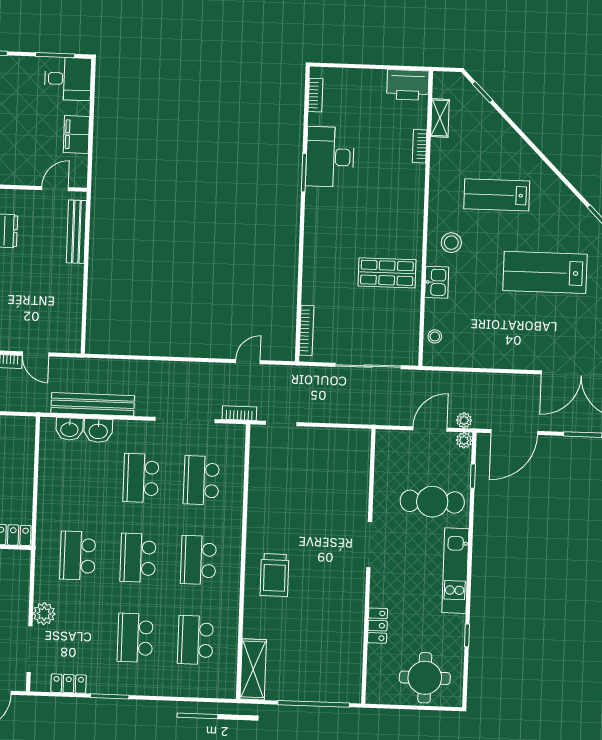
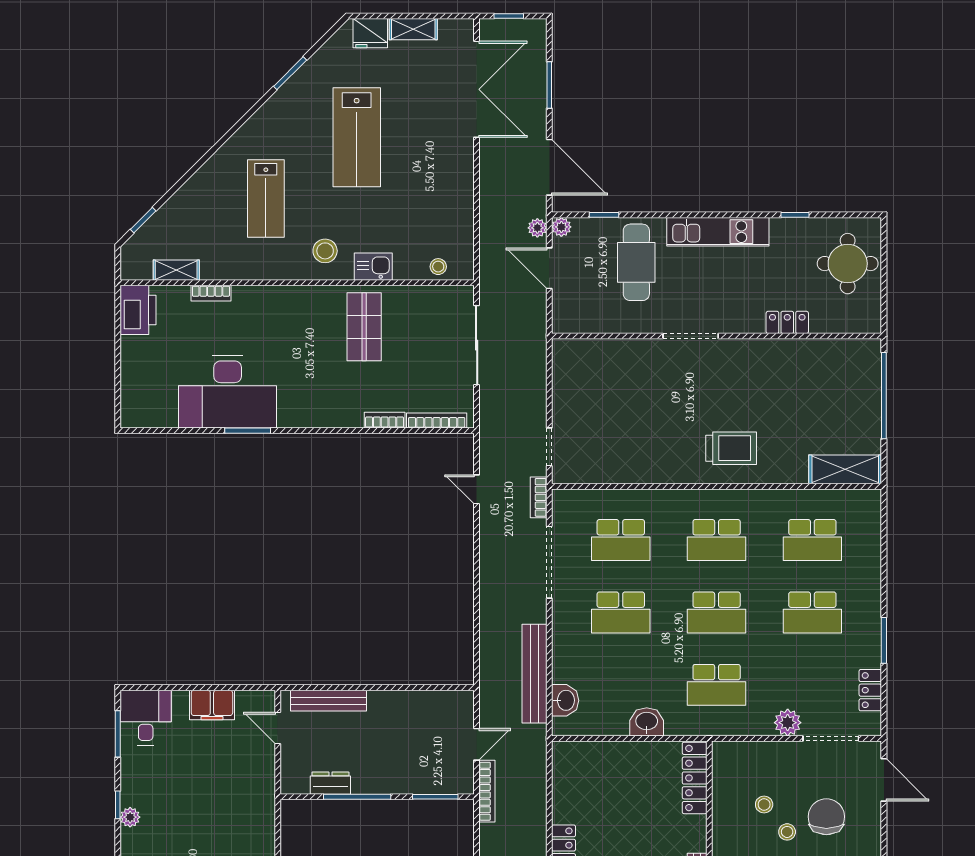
bookcase: (315, 95) -> (385, 420), moved
desk: (330, 157) -> (228, 392), width x1.36, depth x1.30
washbasin: (98, 431) -> (647, 722), moved, turned -90

